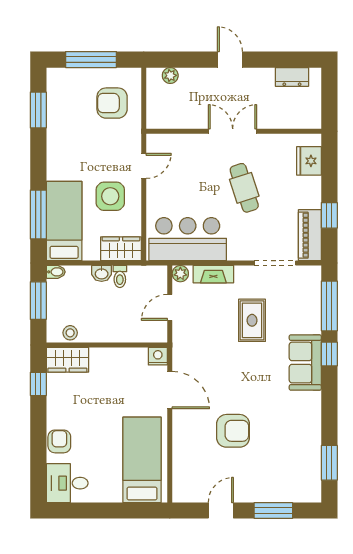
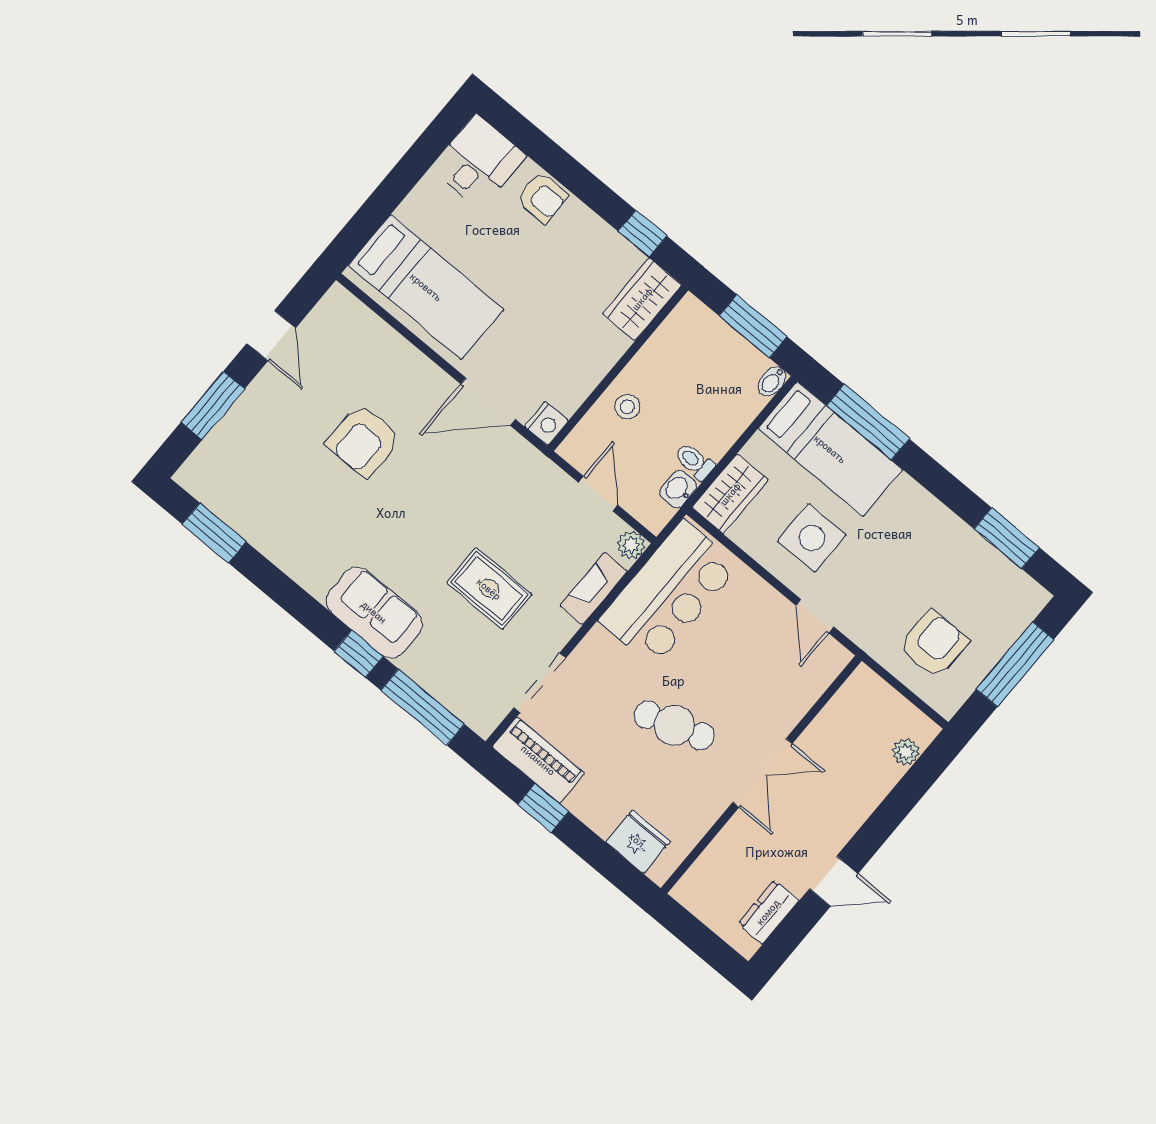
door: (230, 60) -> (834, 881), moved
washbasin: (102, 273) -> (678, 489), moved
stool: (70, 333) -> (627, 407), moved

